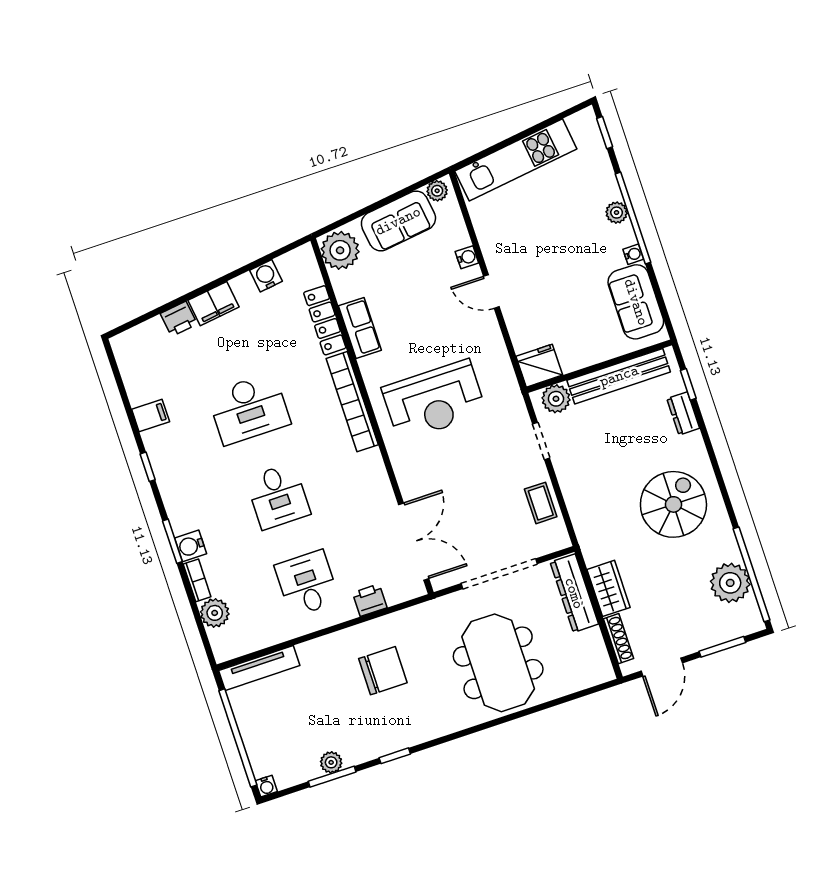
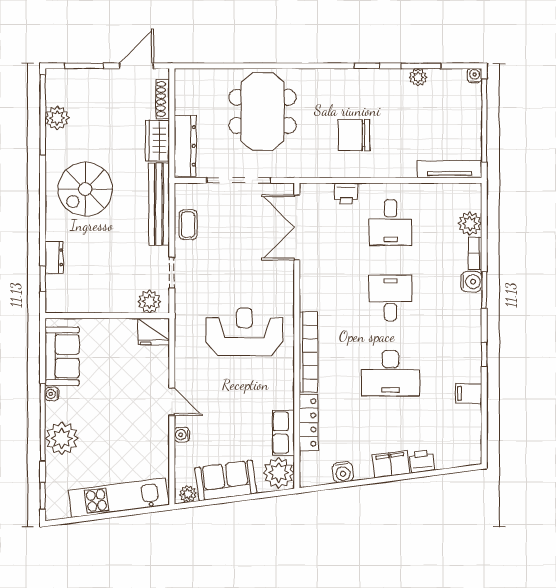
plant: (617, 213) -> (62, 438), width x1.88, depth x1.88
row of seats: (360, 328) -> (283, 433), moved
bench: (619, 376) -> (159, 204), moved, turned 90
desk: (249, 409) -> (390, 373), turned 180
plant: (730, 583) -> (57, 118), width x0.73, depth x0.73

